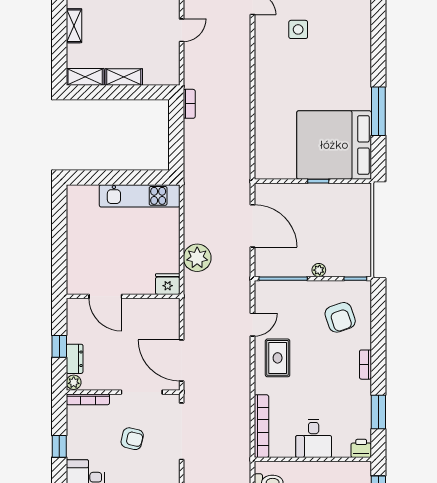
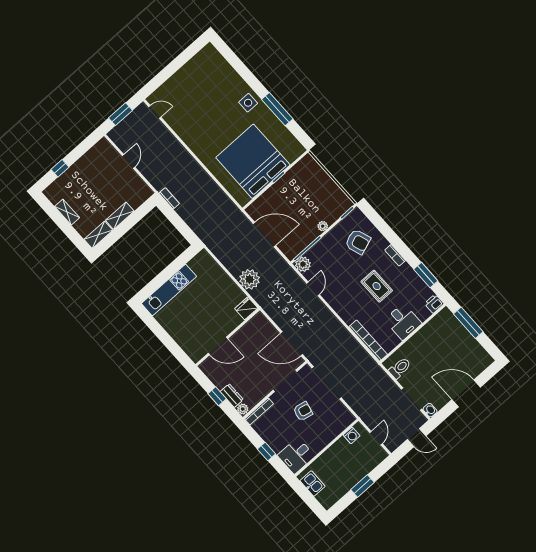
side table: (298, 29) -> (248, 103), moved
bed: (334, 145) -> (253, 161), moved, turned 90
kitchen unit: (140, 196) -> (169, 290), moved
plant: (265, 291) -> (303, 264), added
rug: (278, 358) -> (377, 286), moved

